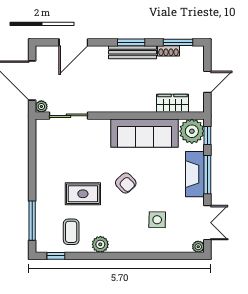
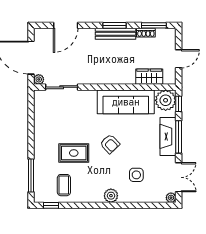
plant: (100, 244) -> (111, 196), moved

